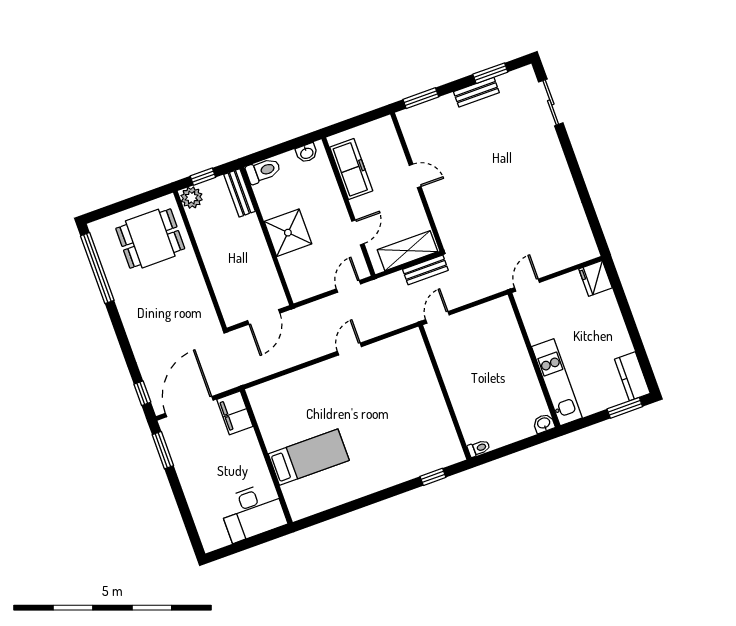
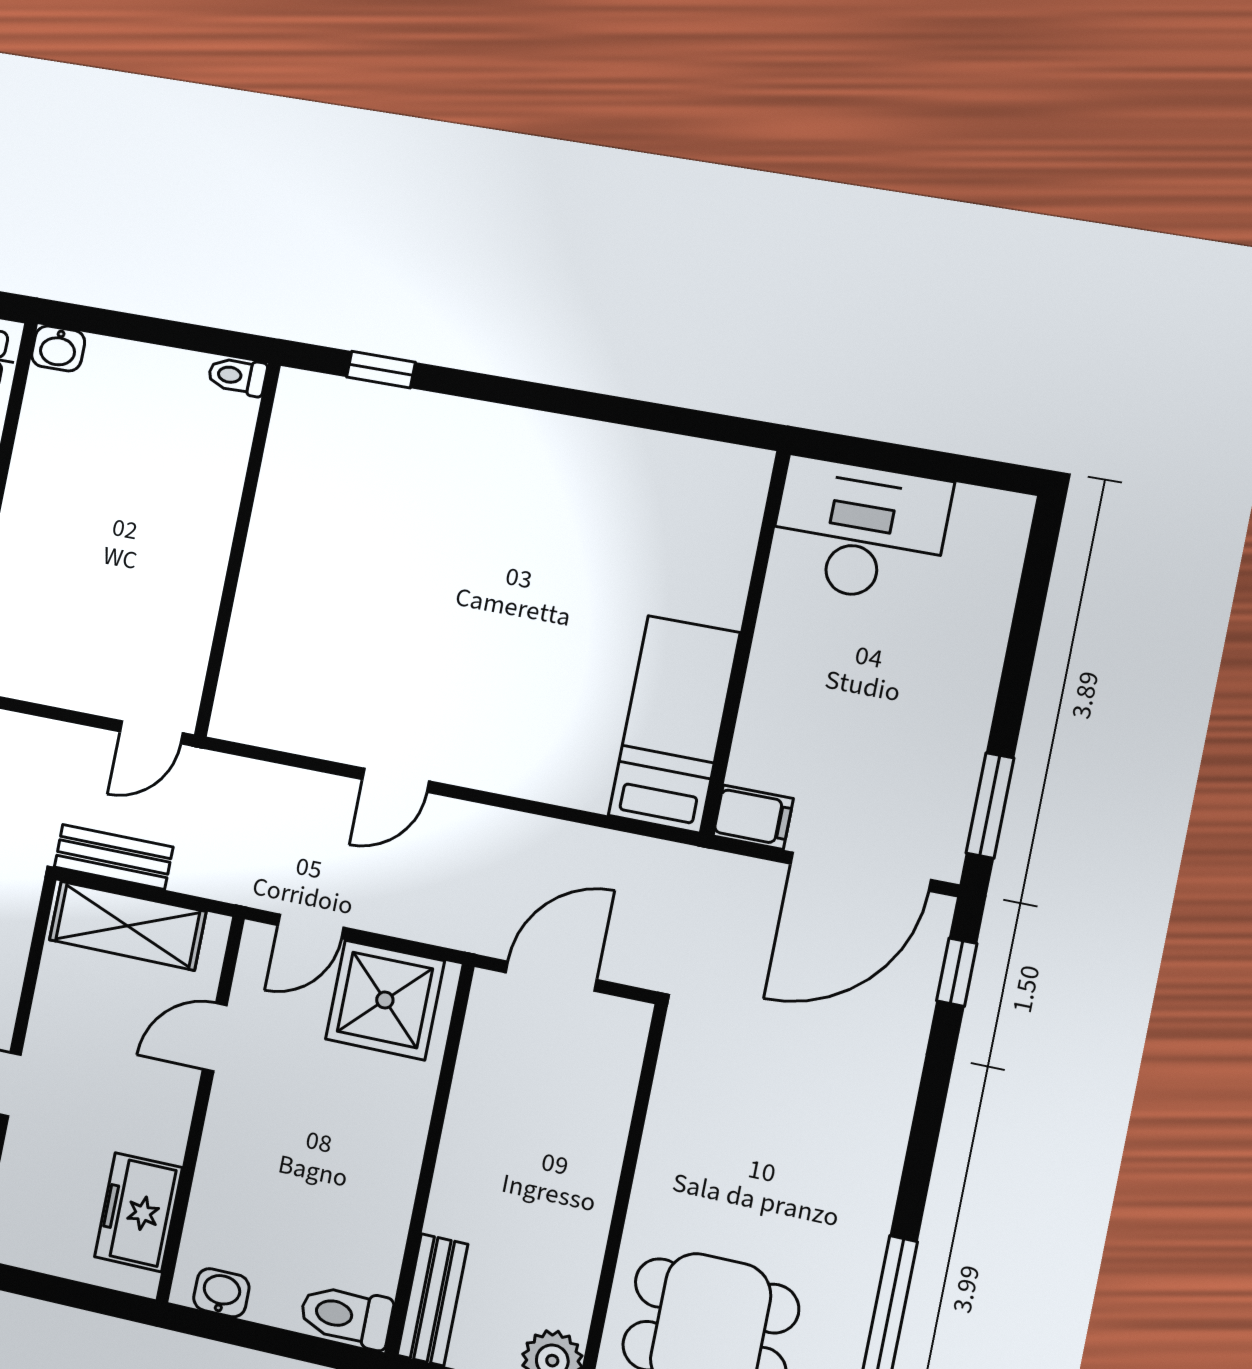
freezer: (351, 169) -> (138, 1212), width x0.71
shower: (288, 233) -> (385, 1000), moved
filing cabinet: (235, 413) -> (753, 817), width x0.50
bed: (309, 457) -> (674, 724), moved, turned 90

